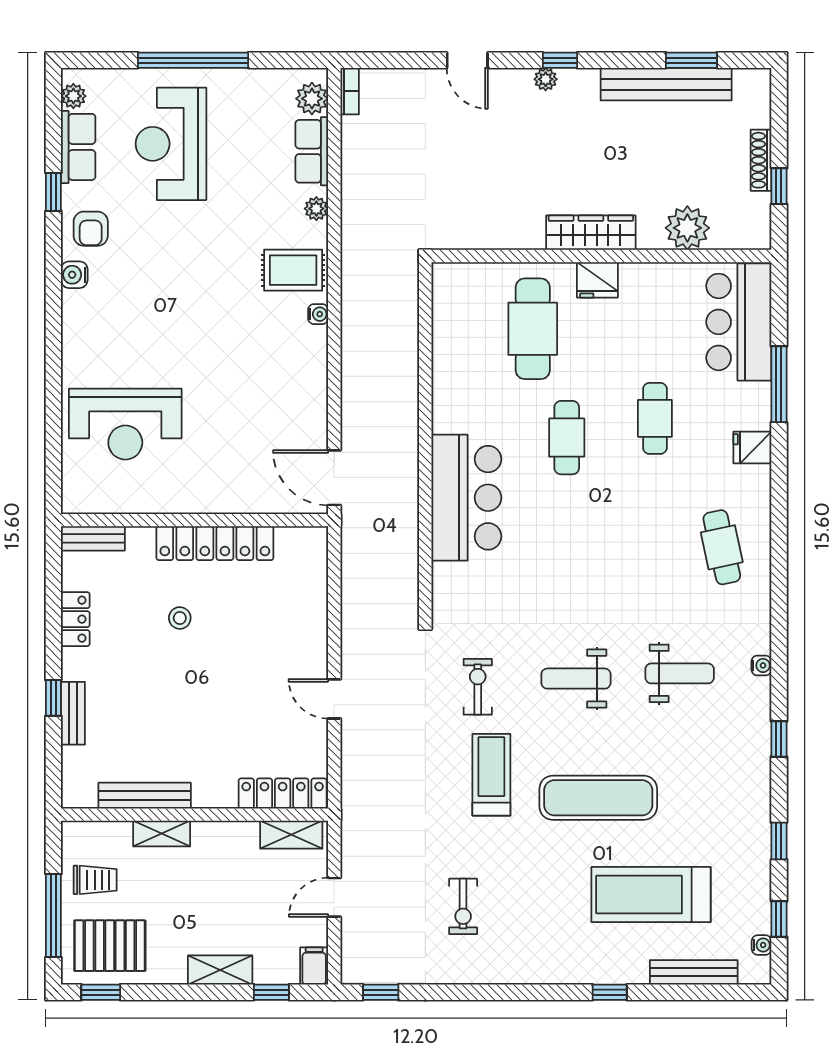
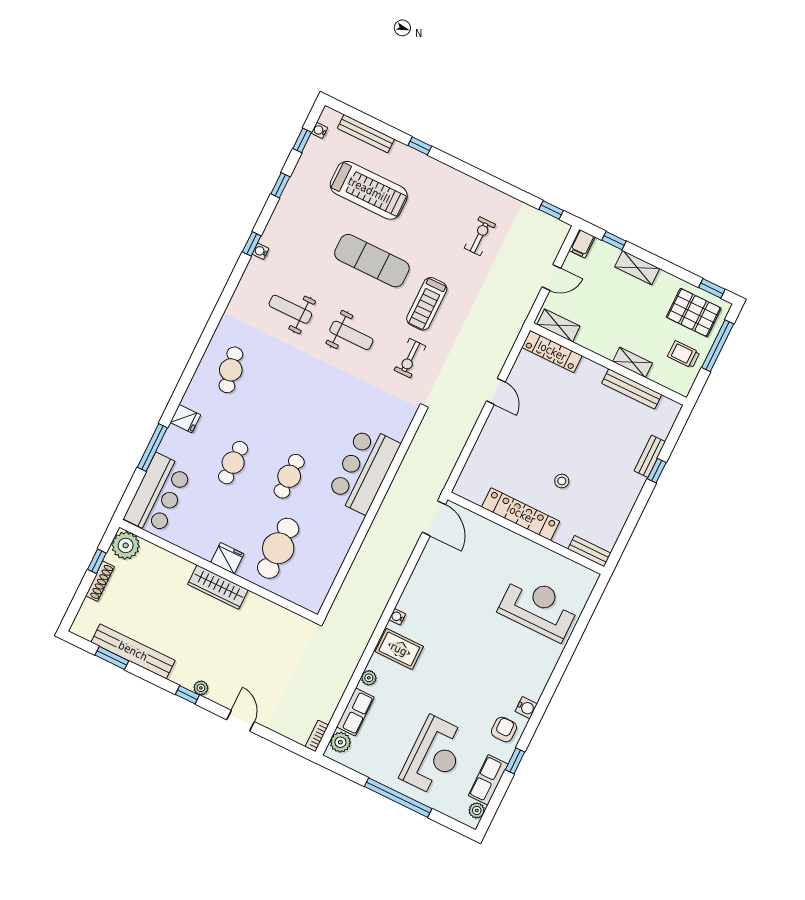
plant: (687, 228) -> (126, 545), moved
locker: (75, 619) -> (622, 510), removed
water cooler: (761, 665) -> (261, 251), moved

